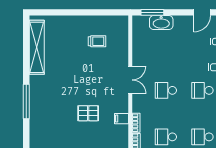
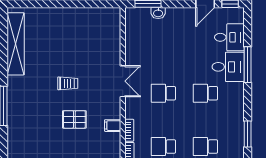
washbasin: (161, 23) -> (158, 13), width x0.52, depth x0.69
trolley: (97, 41) -> (68, 83), moved

